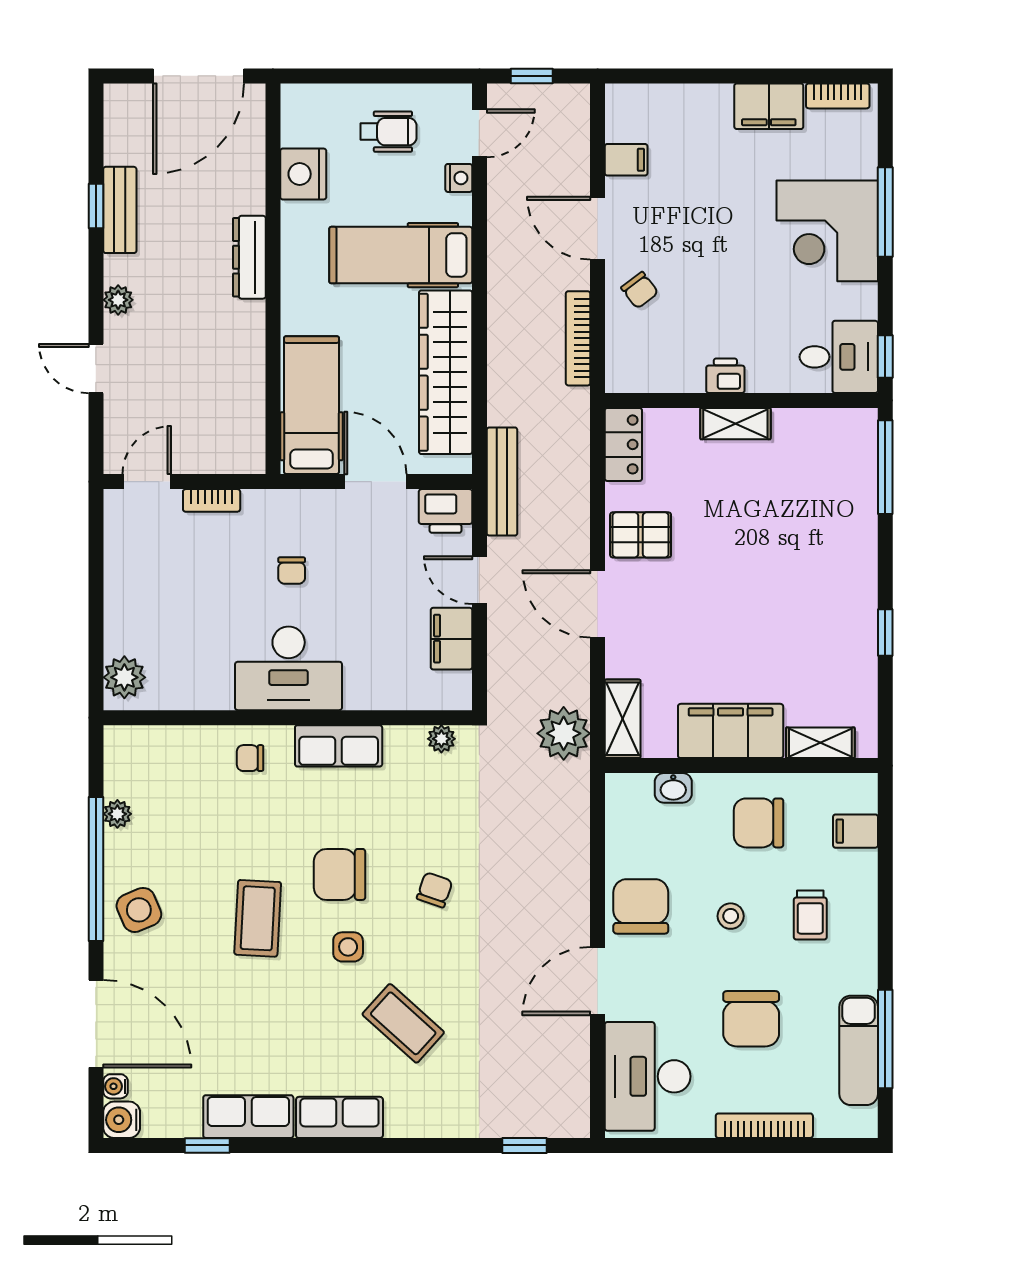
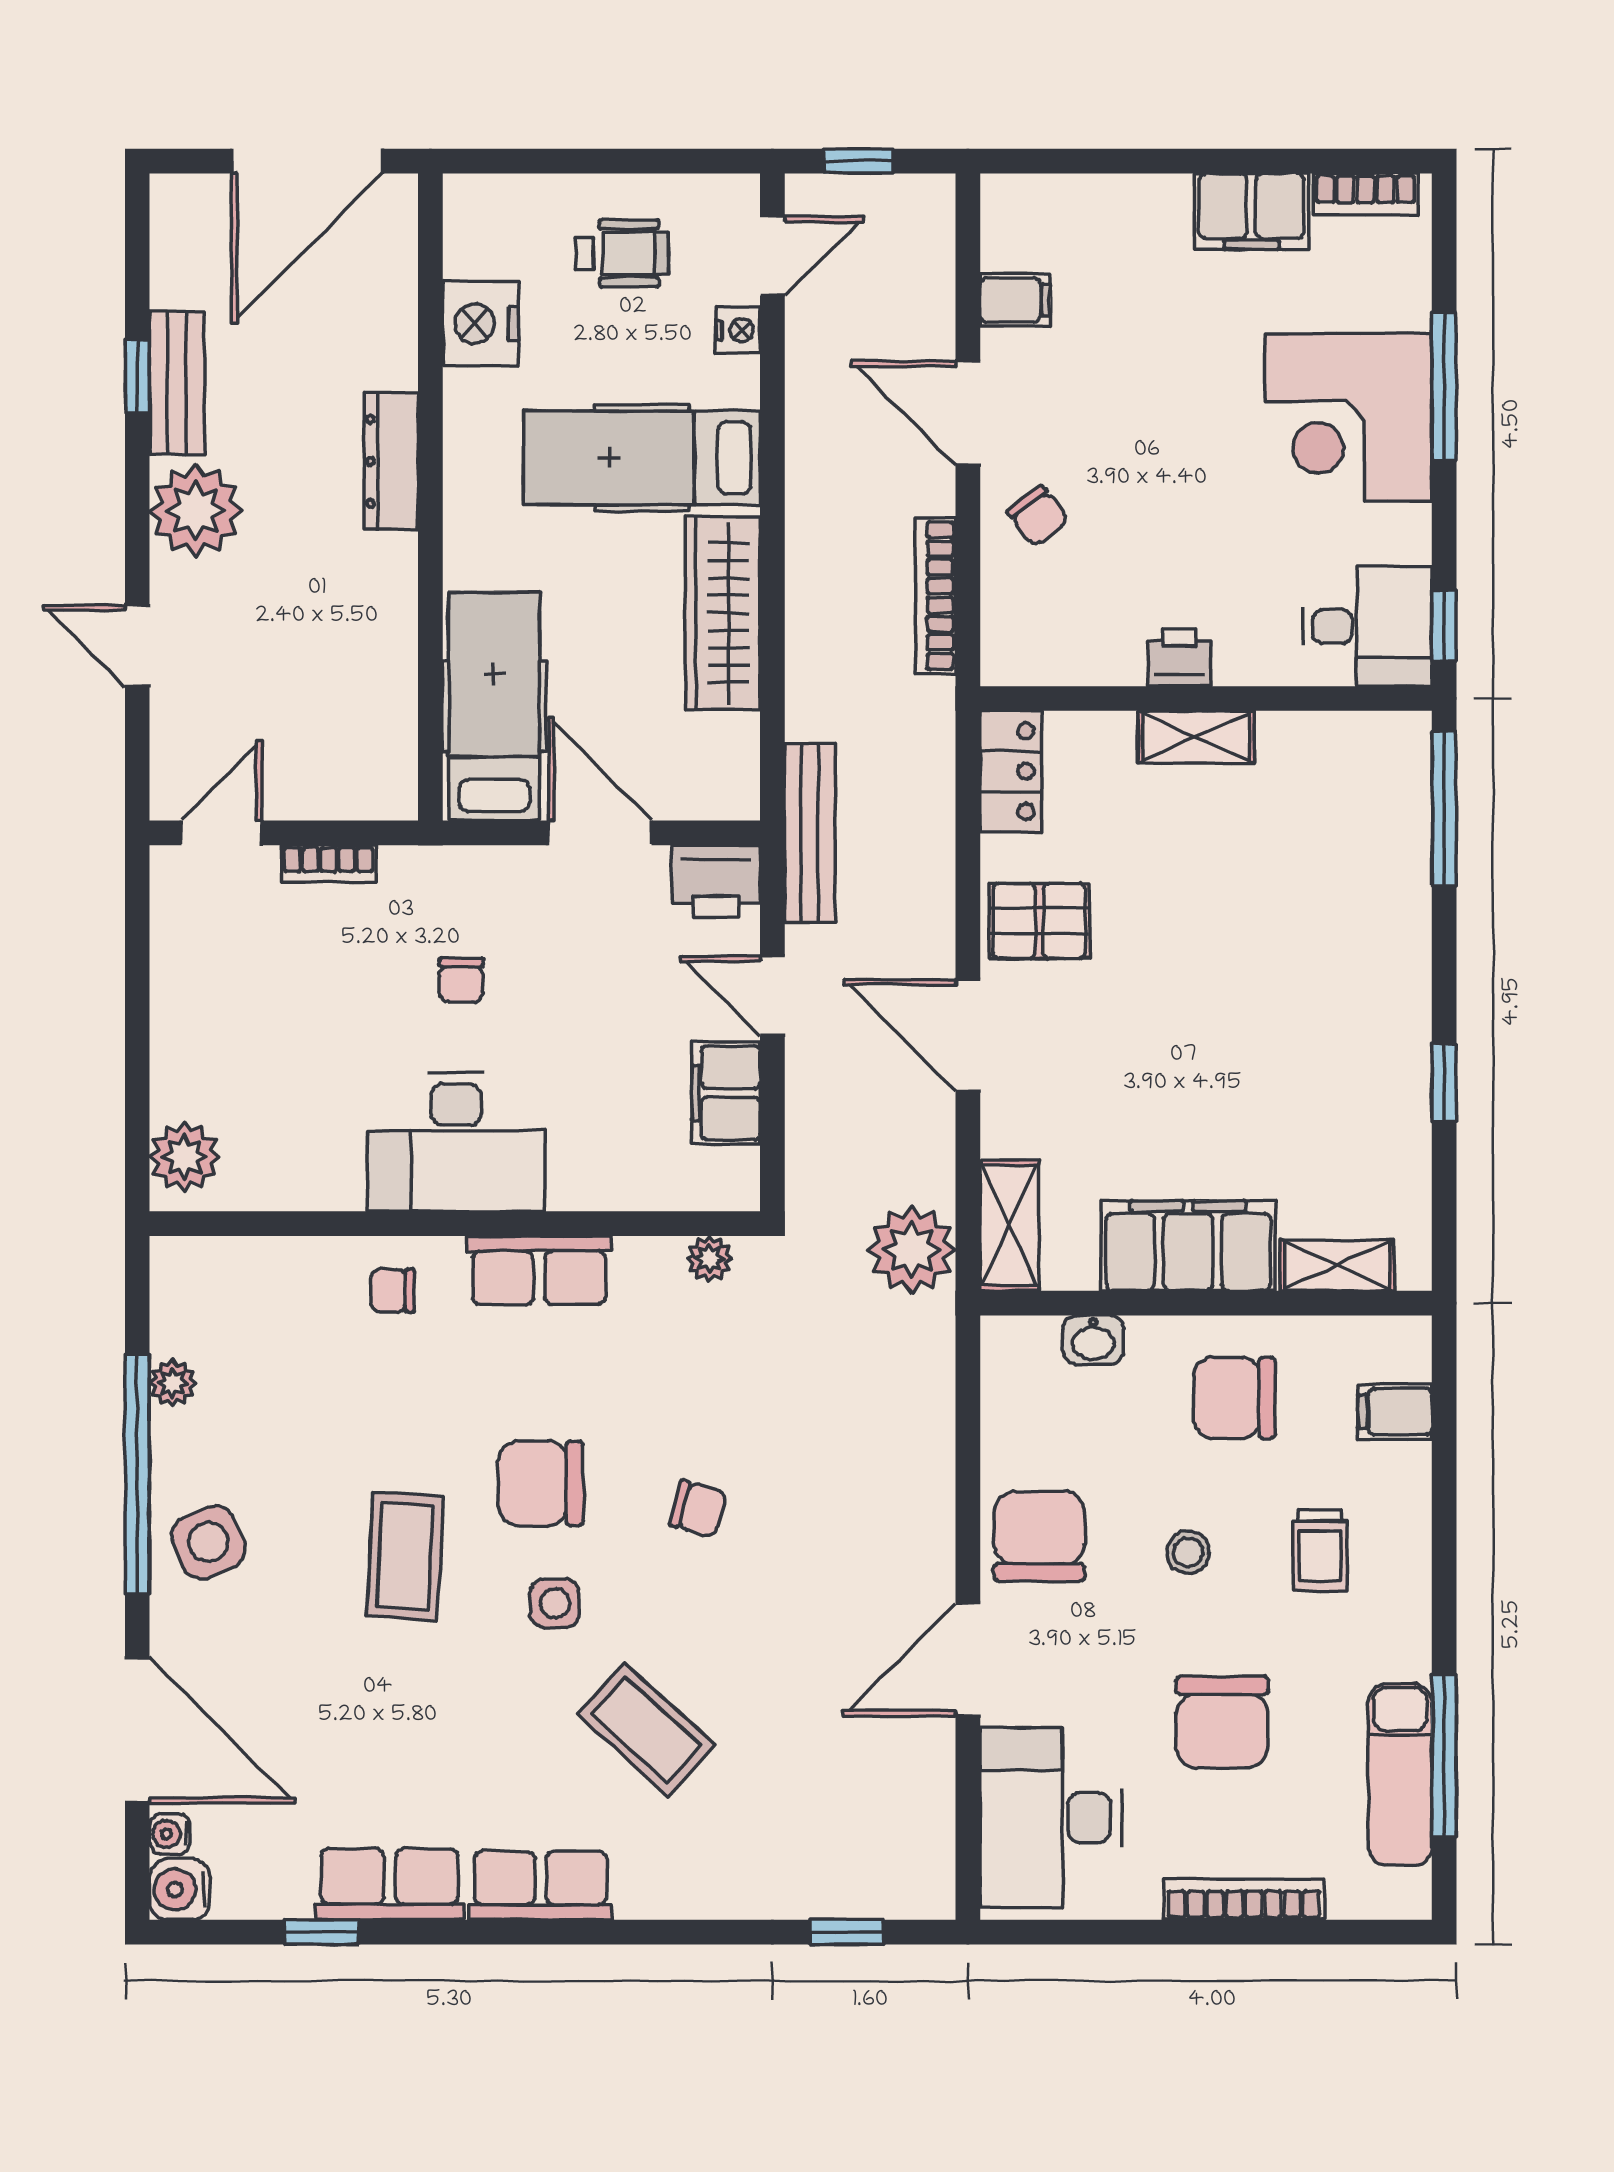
plant: (118, 300) -> (196, 510), width x1.88, depth x1.88
wardrobe: (446, 372) -> (723, 613), width x0.71, depth x0.85
chair: (435, 890) -> (698, 1509), turned 86

